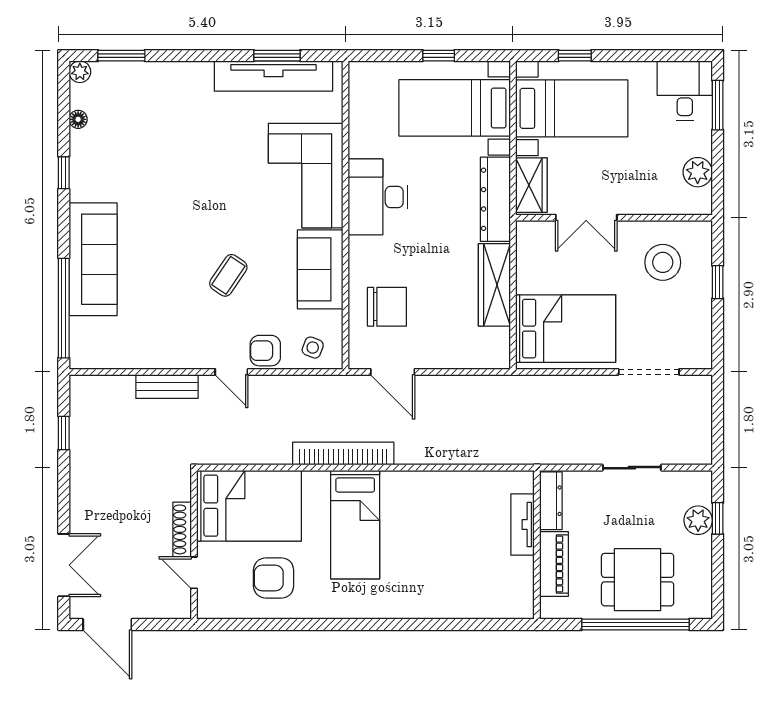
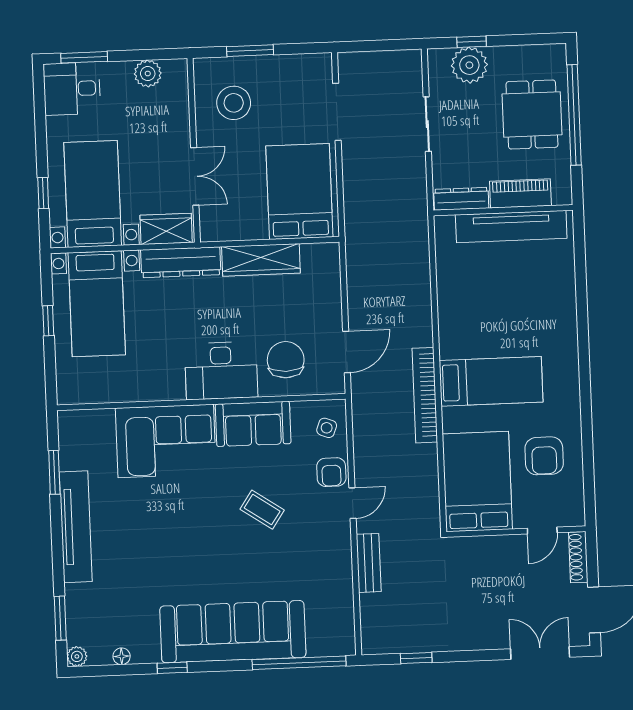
tv unit: (273, 76) -> (76, 527), moved
desk: (378, 197) -> (221, 371), moved
sofa: (93, 259) -> (233, 632), width x1.36, depth x1.27
window: (718, 282) -> (250, 51), width x1.50
plant: (698, 520) -> (469, 65), width x1.36, depth x1.36
tv unit: (523, 525) -> (511, 227), width x1.92, depth x1.29
shoe rack: (182, 529) -> (578, 557), moved, turned 90

